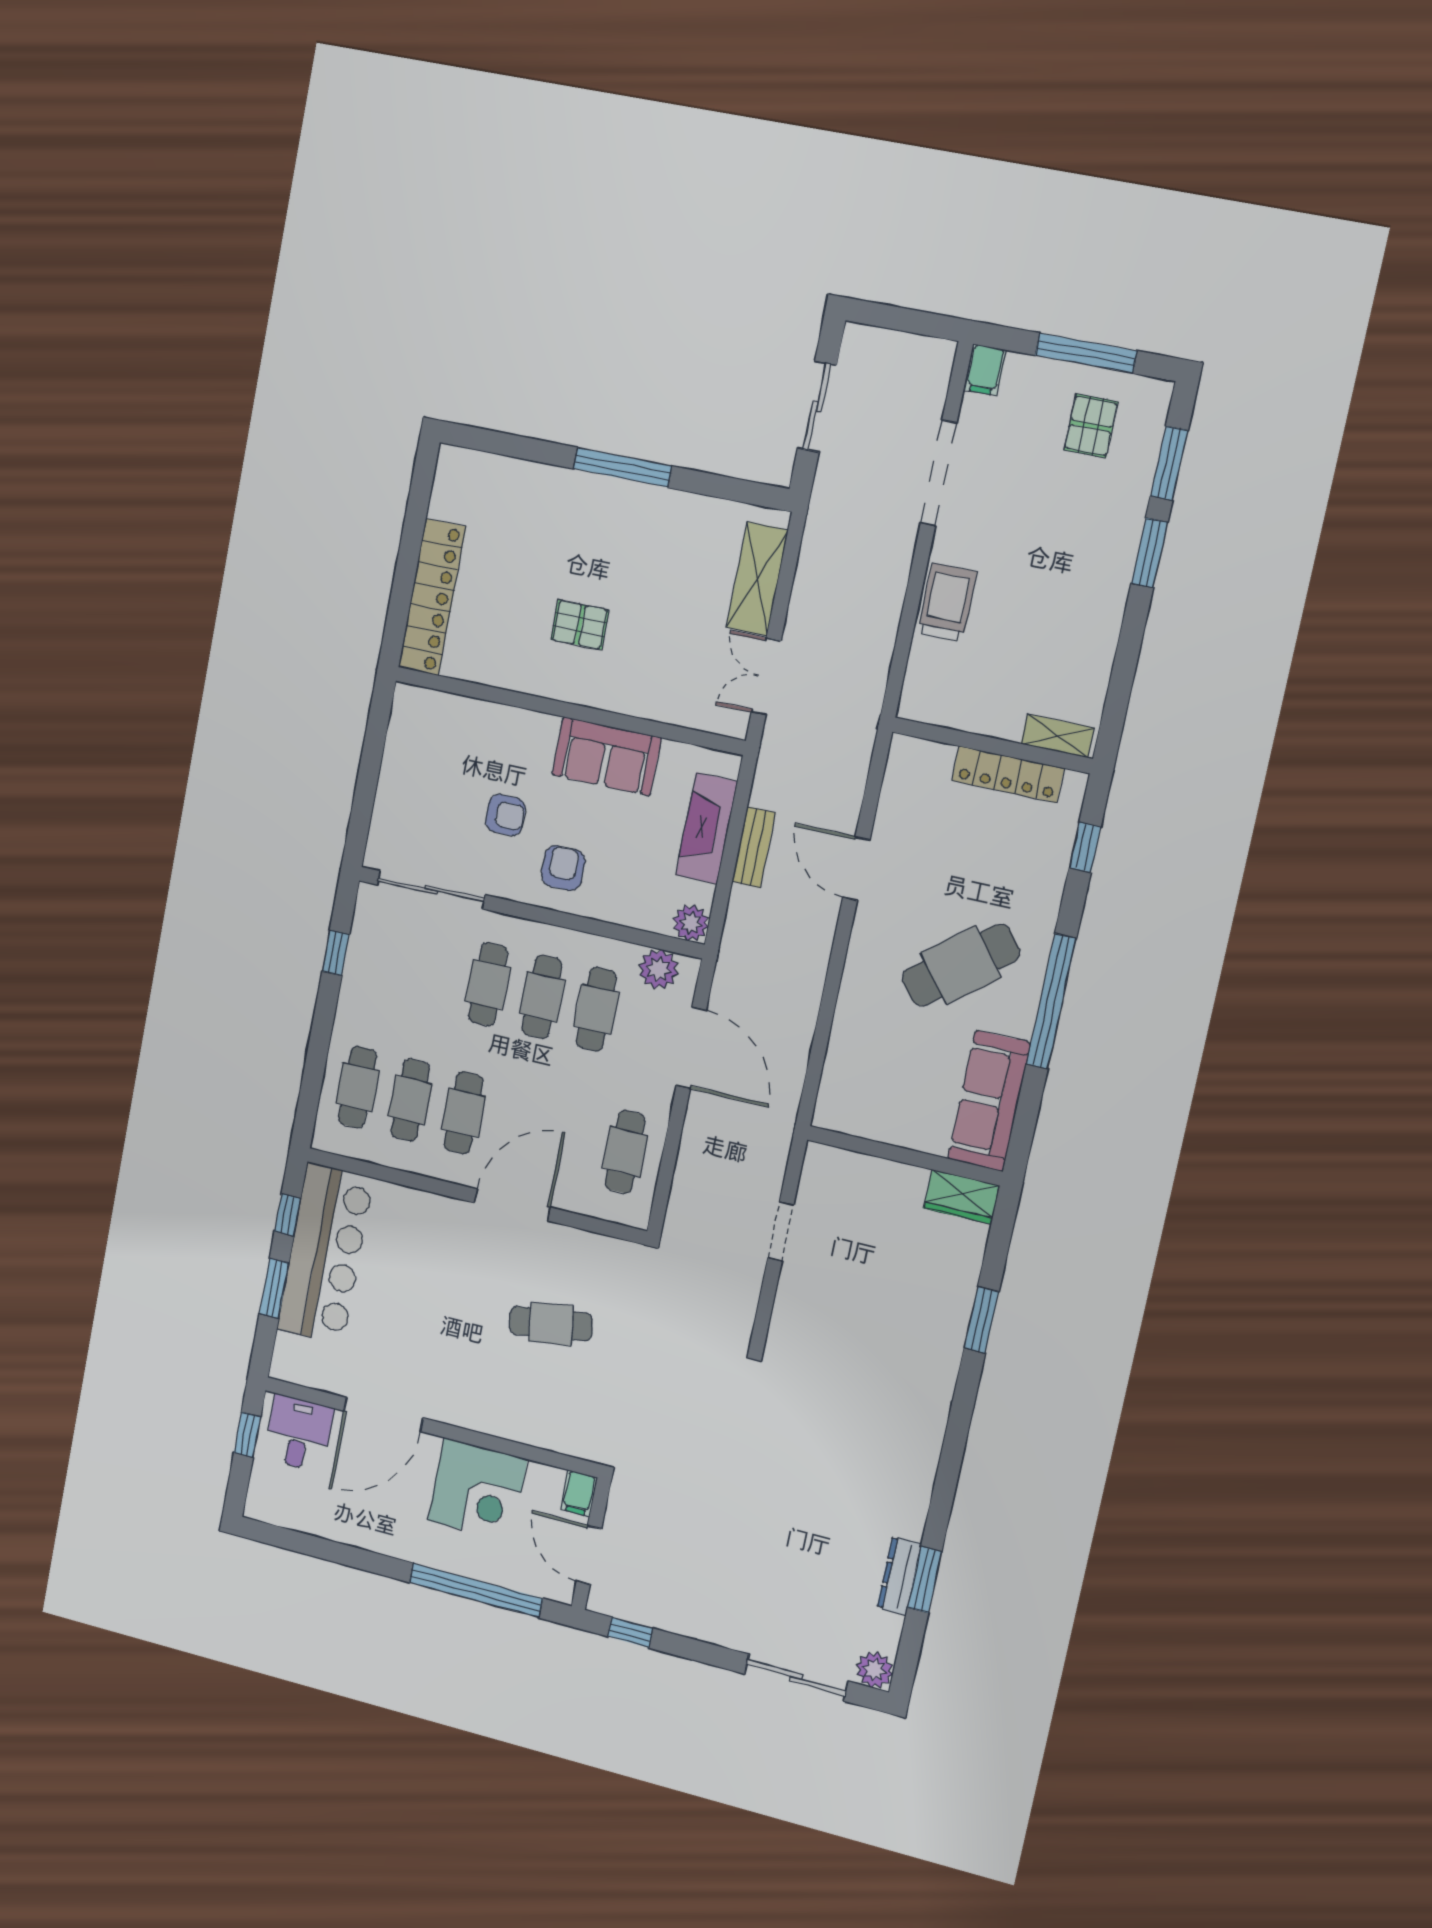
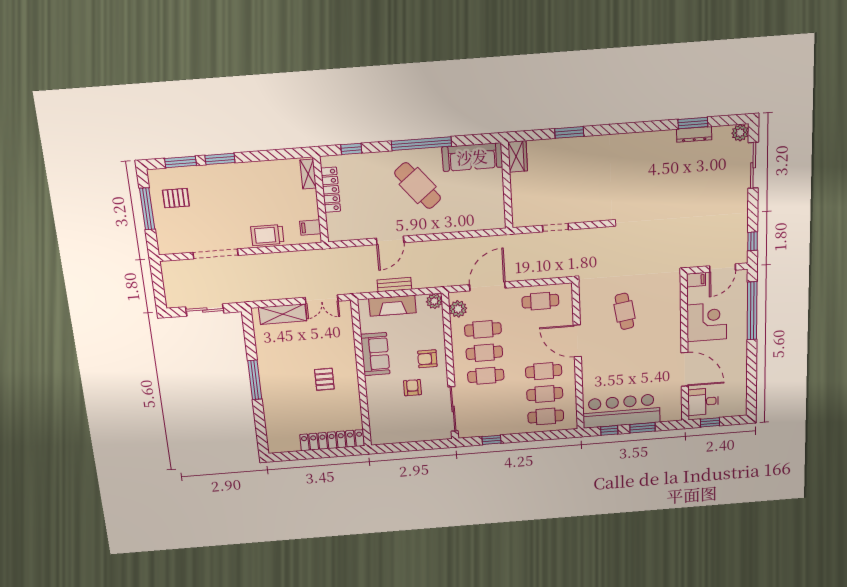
filing cabinet: (985, 370) -> (310, 227), moved, turned 180

